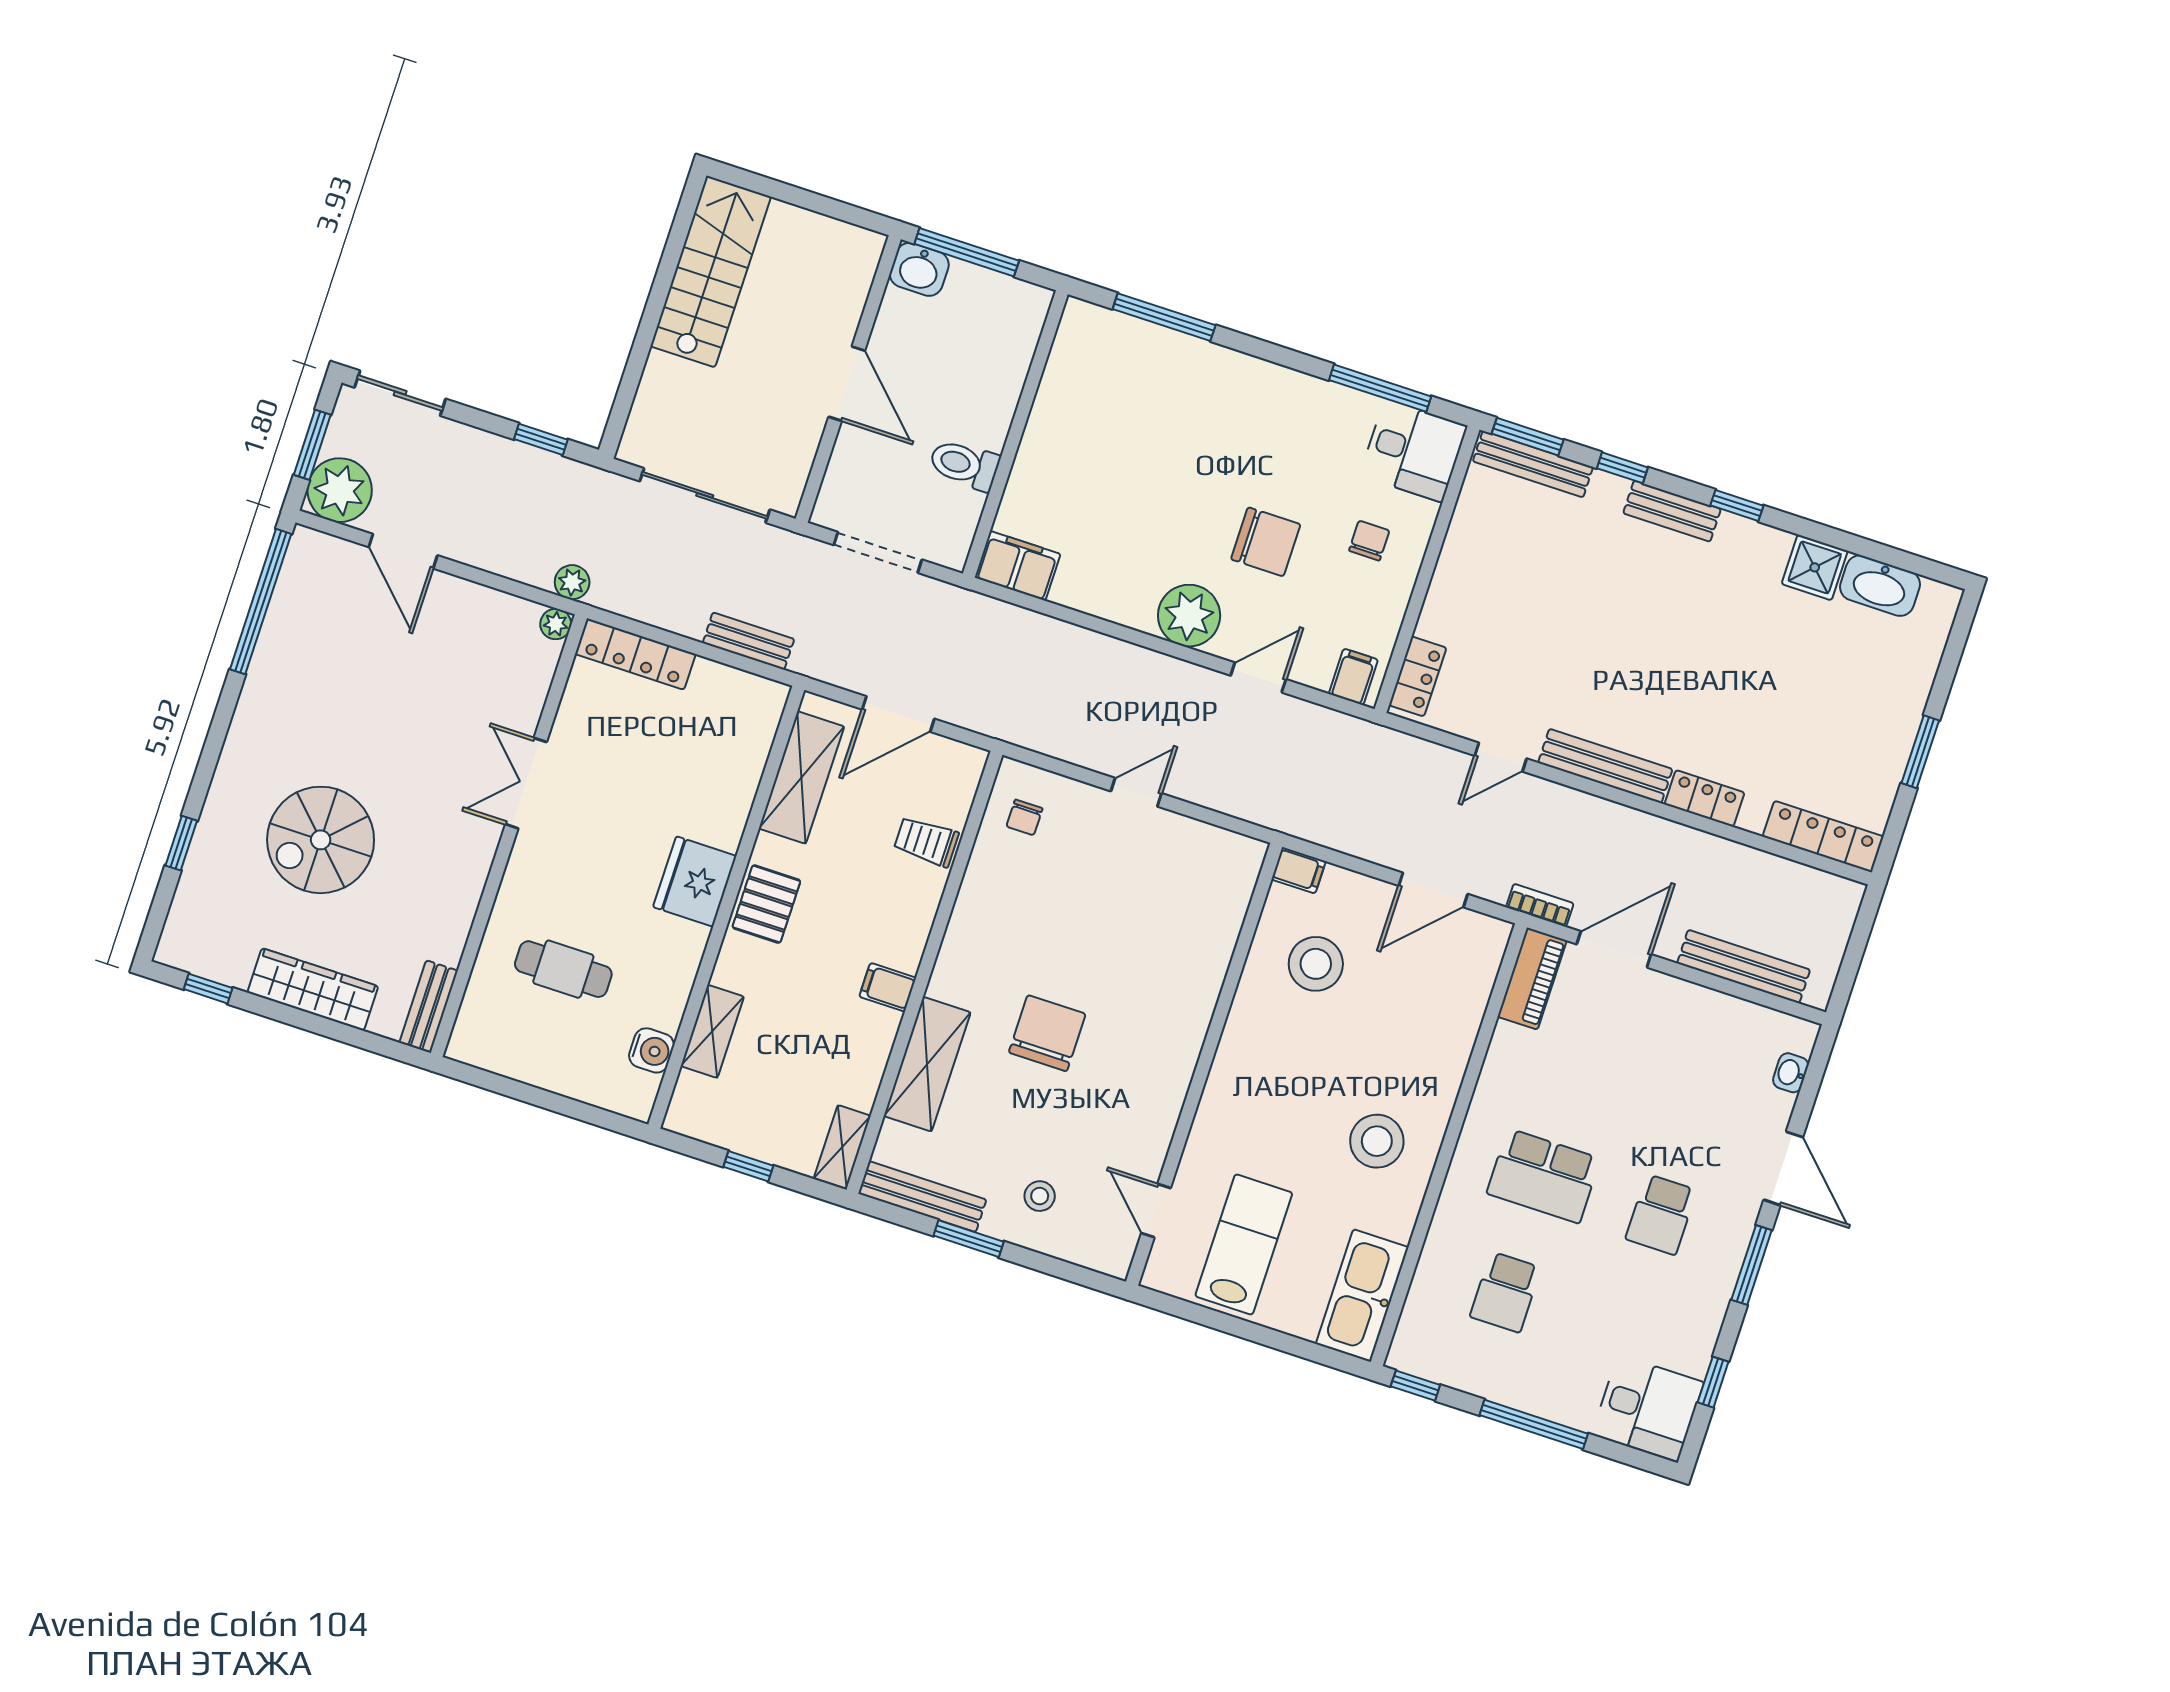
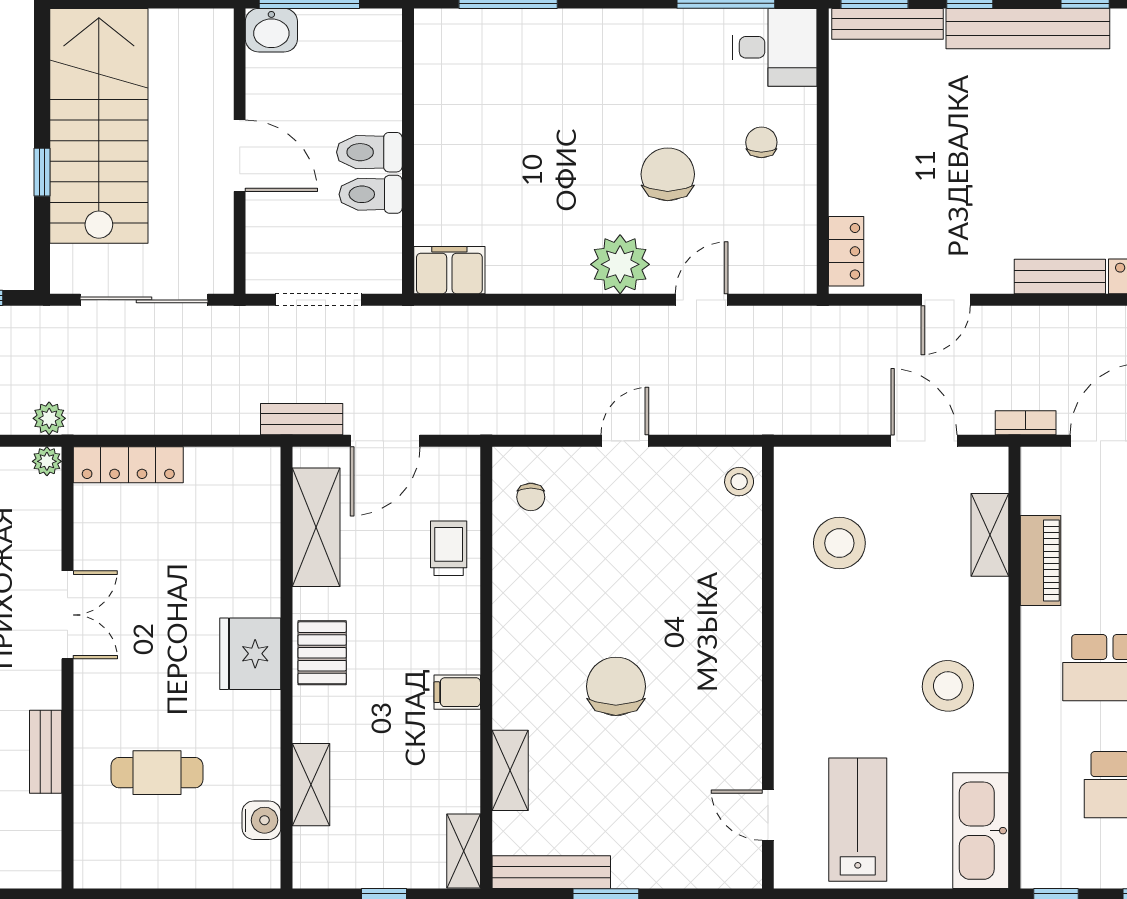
stairs: (711, 271) -> (99, 126), width x1.36, depth x1.51
window: (645, 335) -> (42, 172), added
toilet: (977, 422) -> (369, 152), added
bench: (1672, 511) -> (1028, 29), width x1.86, depth x1.21
chair: (1266, 542) -> (668, 174), turned -90
bench: (748, 641) -> (302, 419), moved
filing cabinet: (1353, 677) -> (788, 271), removed
bench: (1605, 766) -> (1060, 277), width x0.73
double door: (526, 783) -> (67, 615), swing flipped
trolley: (926, 841) -> (449, 548), turned 90
filing cabinet: (1299, 870) -> (796, 463), removed
door: (1433, 890) -> (924, 441), swing flipped
piano: (1532, 979) -> (1040, 561), moved
shelving: (1468, 1005) -> (990, 535), added
bench: (429, 1007) -> (46, 752), moved
shelving: (927, 1064) -> (510, 770), width x0.67, depth x0.75
stool: (1040, 1196) -> (739, 482), moved

